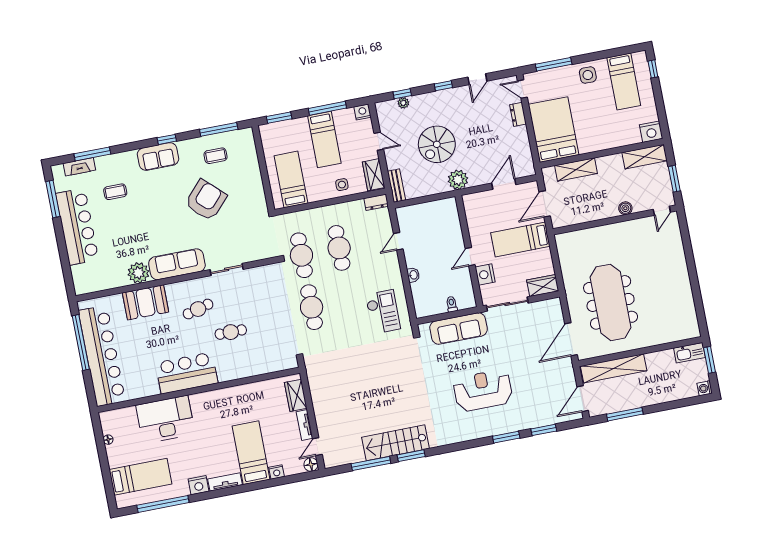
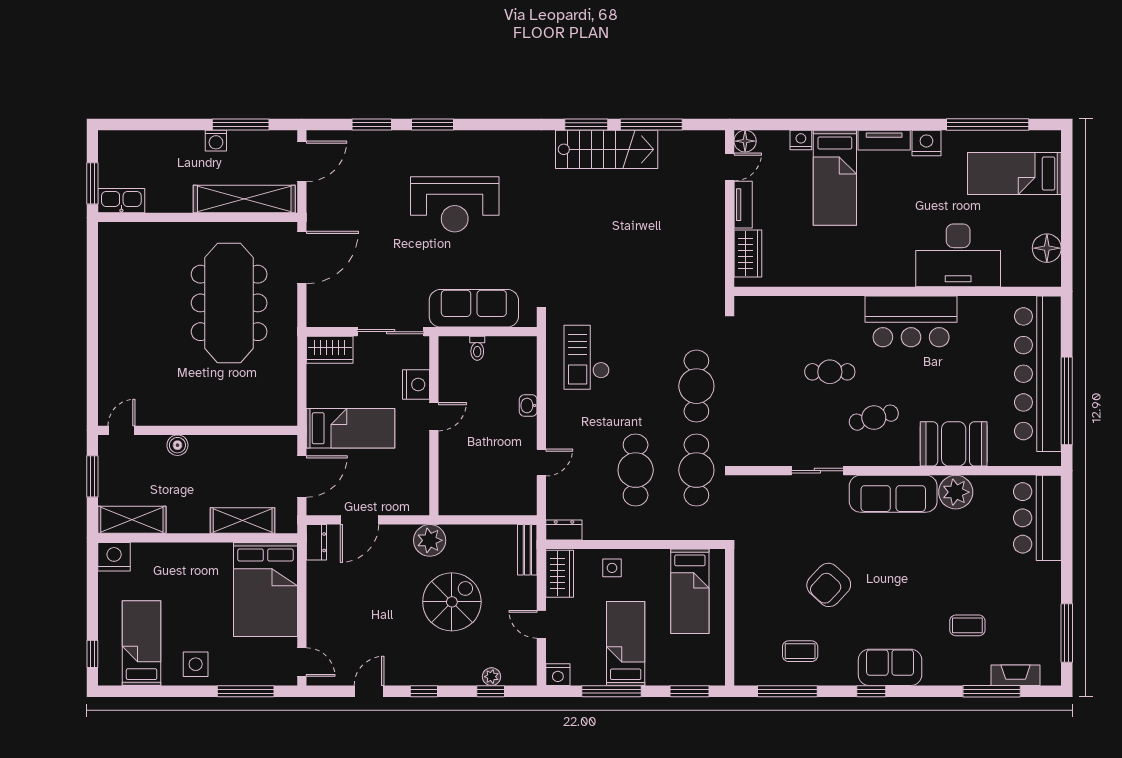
dresser: (518, 114) -> (316, 542), moved
armchair: (206, 200) -> (829, 585), width x0.73, depth x0.73
bar counter: (77, 227) -> (1037, 518), moved, width x0.73
washing machine: (705, 388) -> (216, 141), moved, turned 90
floor lamp: (108, 440) -> (1047, 248), width x1.89, depth x1.89

